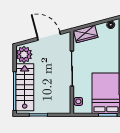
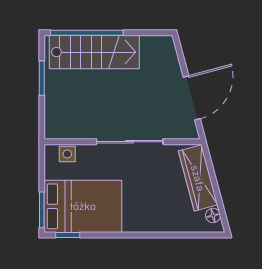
wardrobe: (86, 34) -> (198, 178), width x1.50
plant: (24, 54) -> (156, 51), removed

